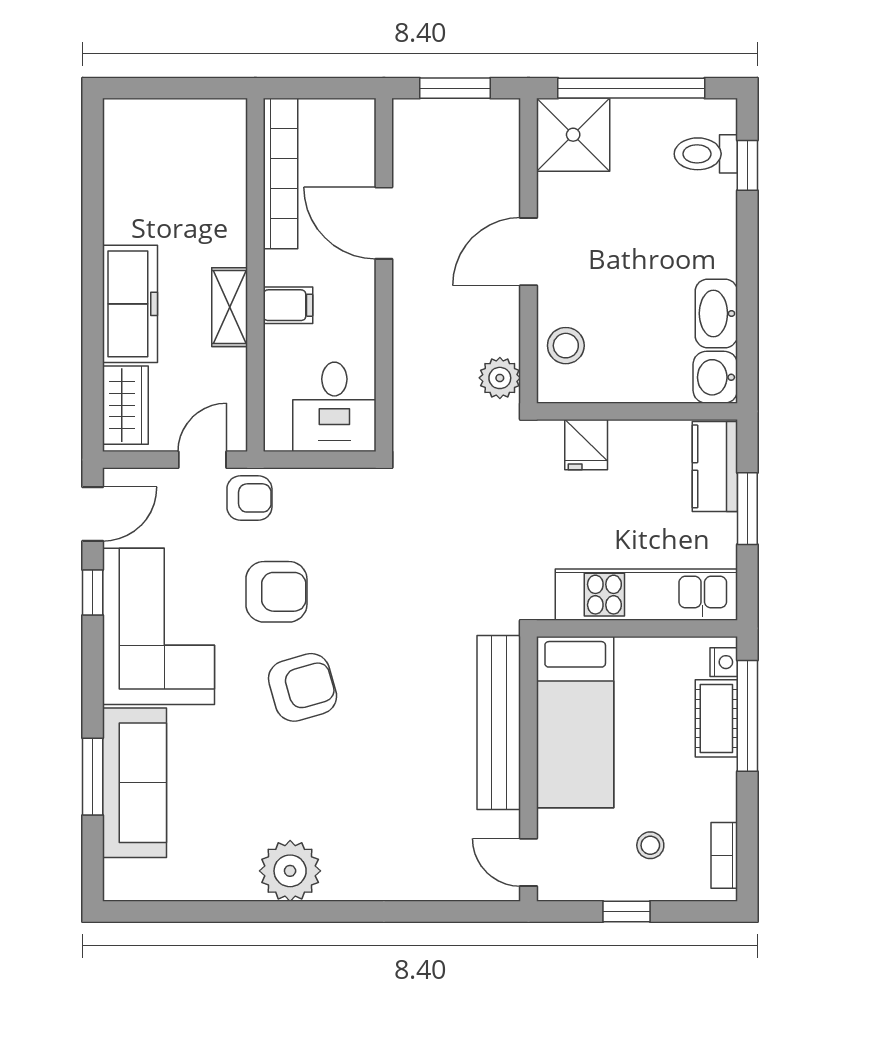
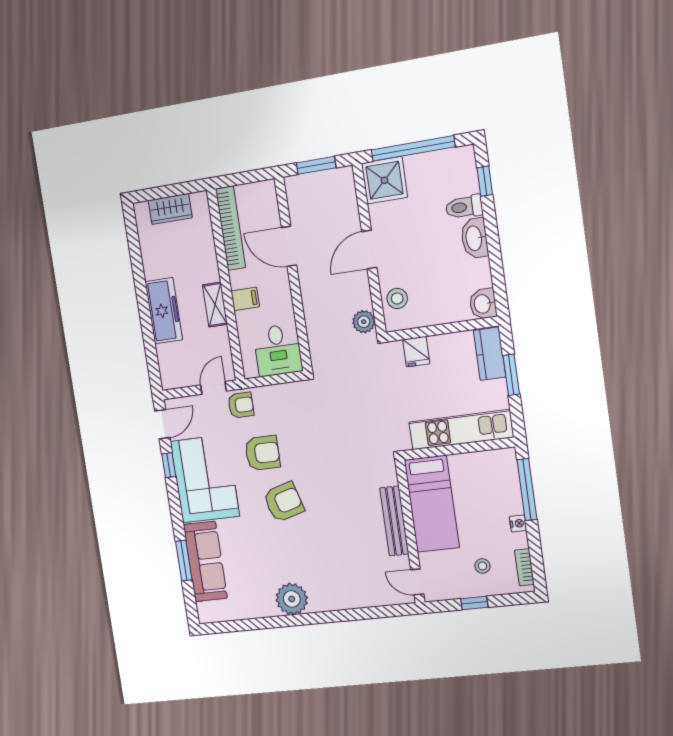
toilet: (706, 154) -> (464, 207), moved
washbasin: (716, 313) -> (474, 238), moved
wardrobe: (125, 405) -> (170, 209), moved, turned 90
nightstand: (724, 662) -> (518, 523), moved
cot: (716, 718) -> (510, 493), removed
bench: (499, 722) -> (394, 521), width x0.73, depth x0.82

